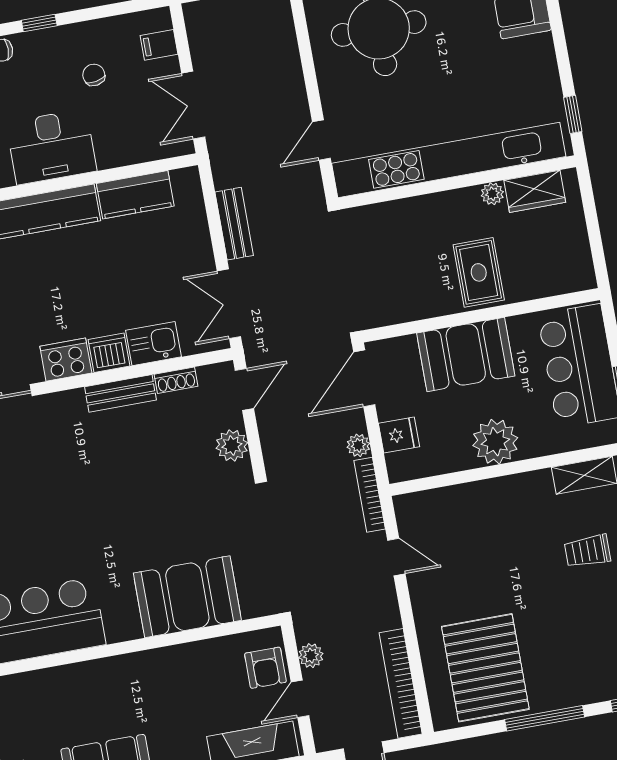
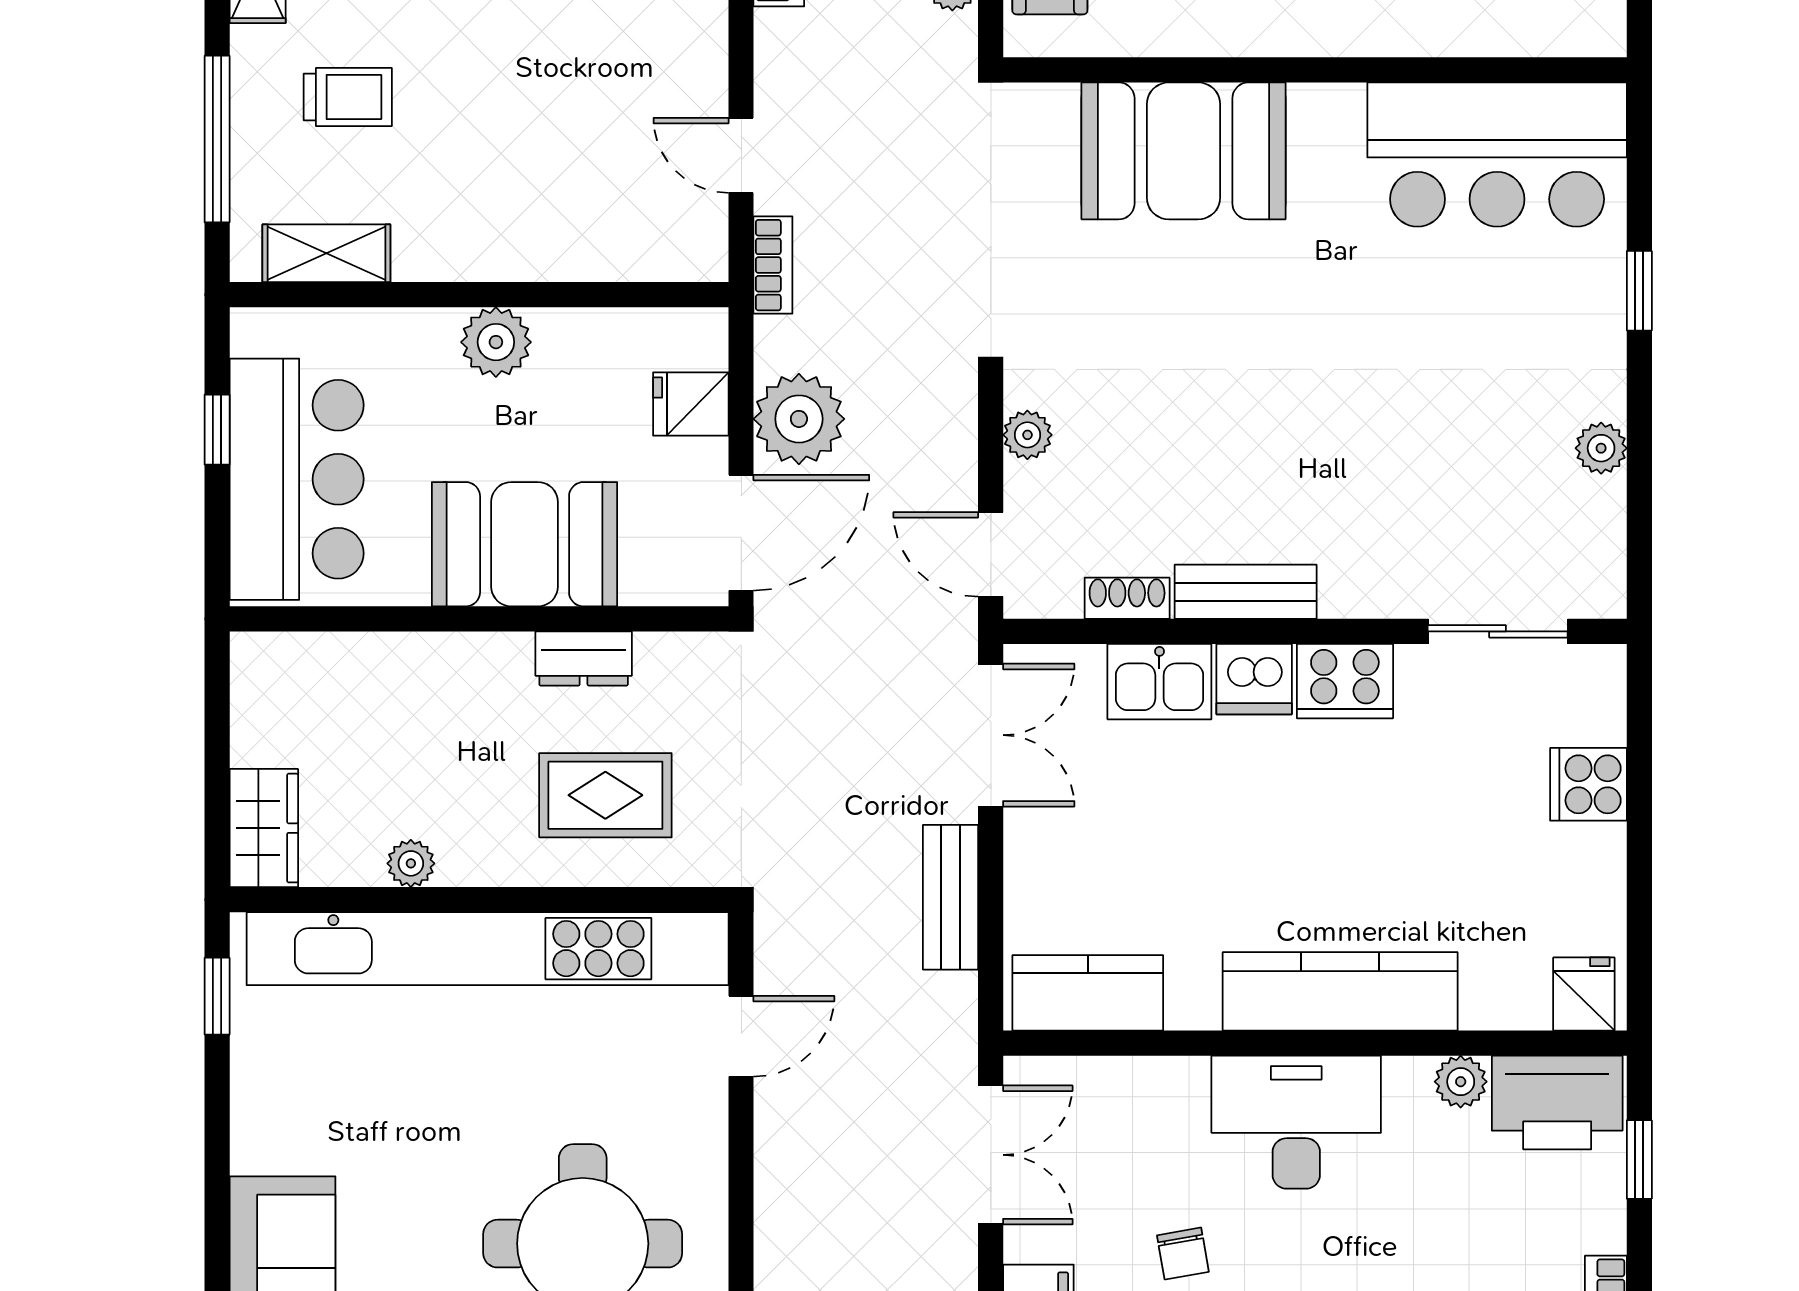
wardrobe: (535, 191) -> (264, 828), moved, turned 90
kitchen counter: (135, 195) -> (1088, 993), moved
rug: (479, 272) -> (605, 795), moved, turned 90
dresser: (428, 305) -> (584, 658), added
door: (244, 389) -> (991, 554), hinge flipped
plant: (495, 442) -> (496, 342), width x0.73, depth x0.73
plant: (232, 445) -> (1027, 435), width x0.73, depth x0.73
plant: (358, 445) -> (799, 419), width x1.88, depth x1.88
bookcase: (370, 495) -> (773, 265), width x0.64

